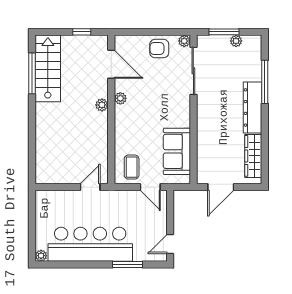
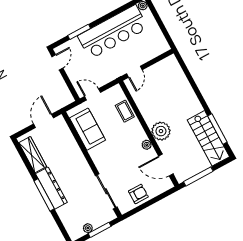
window: (82, 32) -> (198, 176), width x2.17
plant: (184, 41) -> (124, 209), removed
window: (265, 82) -> (44, 195), moved
plant: (102, 105) -> (161, 131), width x1.88, depth x1.88
coffee table: (132, 167) -> (125, 111), moved

